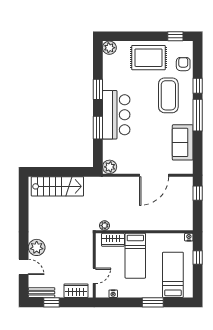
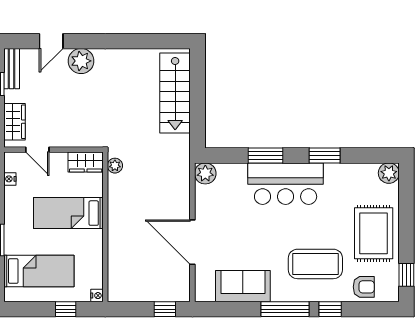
wardrobe: (113, 240) -> (86, 162), moved, turned -90

